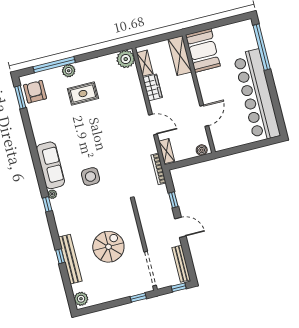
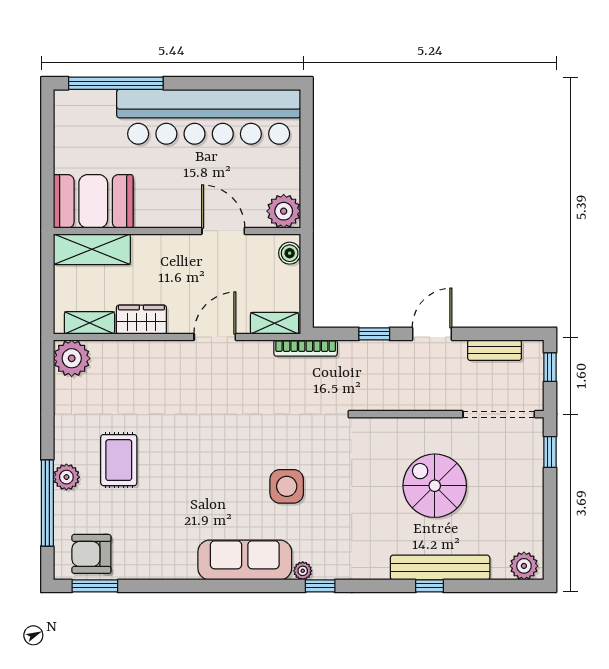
plant: (221, 142) -> (284, 211), added
bench: (181, 264) -> (495, 350), width x0.73

